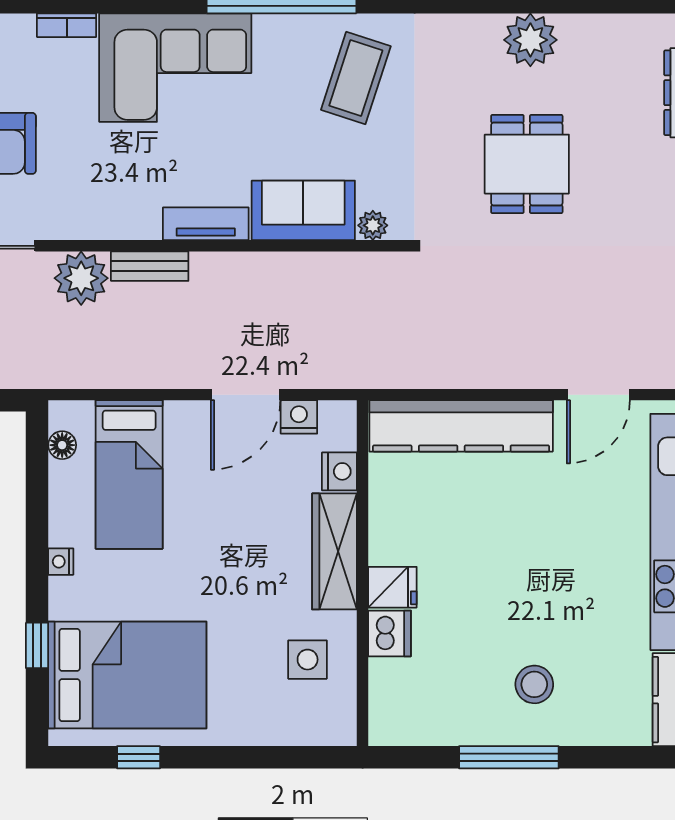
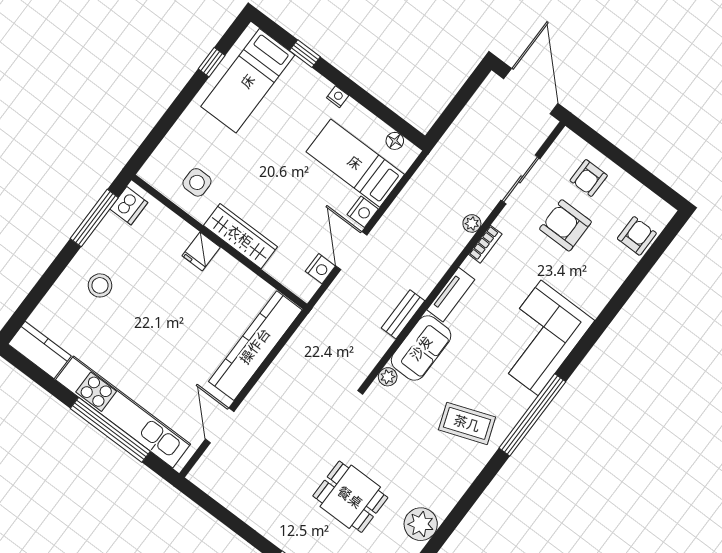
bookcase: (67, 25) -> (485, 244), moved, turned 180
coffee table: (356, 78) -> (467, 423), turned -38
dining table: (527, 164) -> (350, 497), moved
bench: (150, 266) -> (403, 314), moved
plant: (81, 278) -> (472, 223), width x0.53, depth x0.53
nightstand: (339, 471) -> (363, 212), moved, turned -90
dishwasher: (390, 633) -> (129, 206), moved, turned -90
bed: (127, 675) -> (248, 81), width x0.67
window: (509, 757) -> (94, 218), moved

